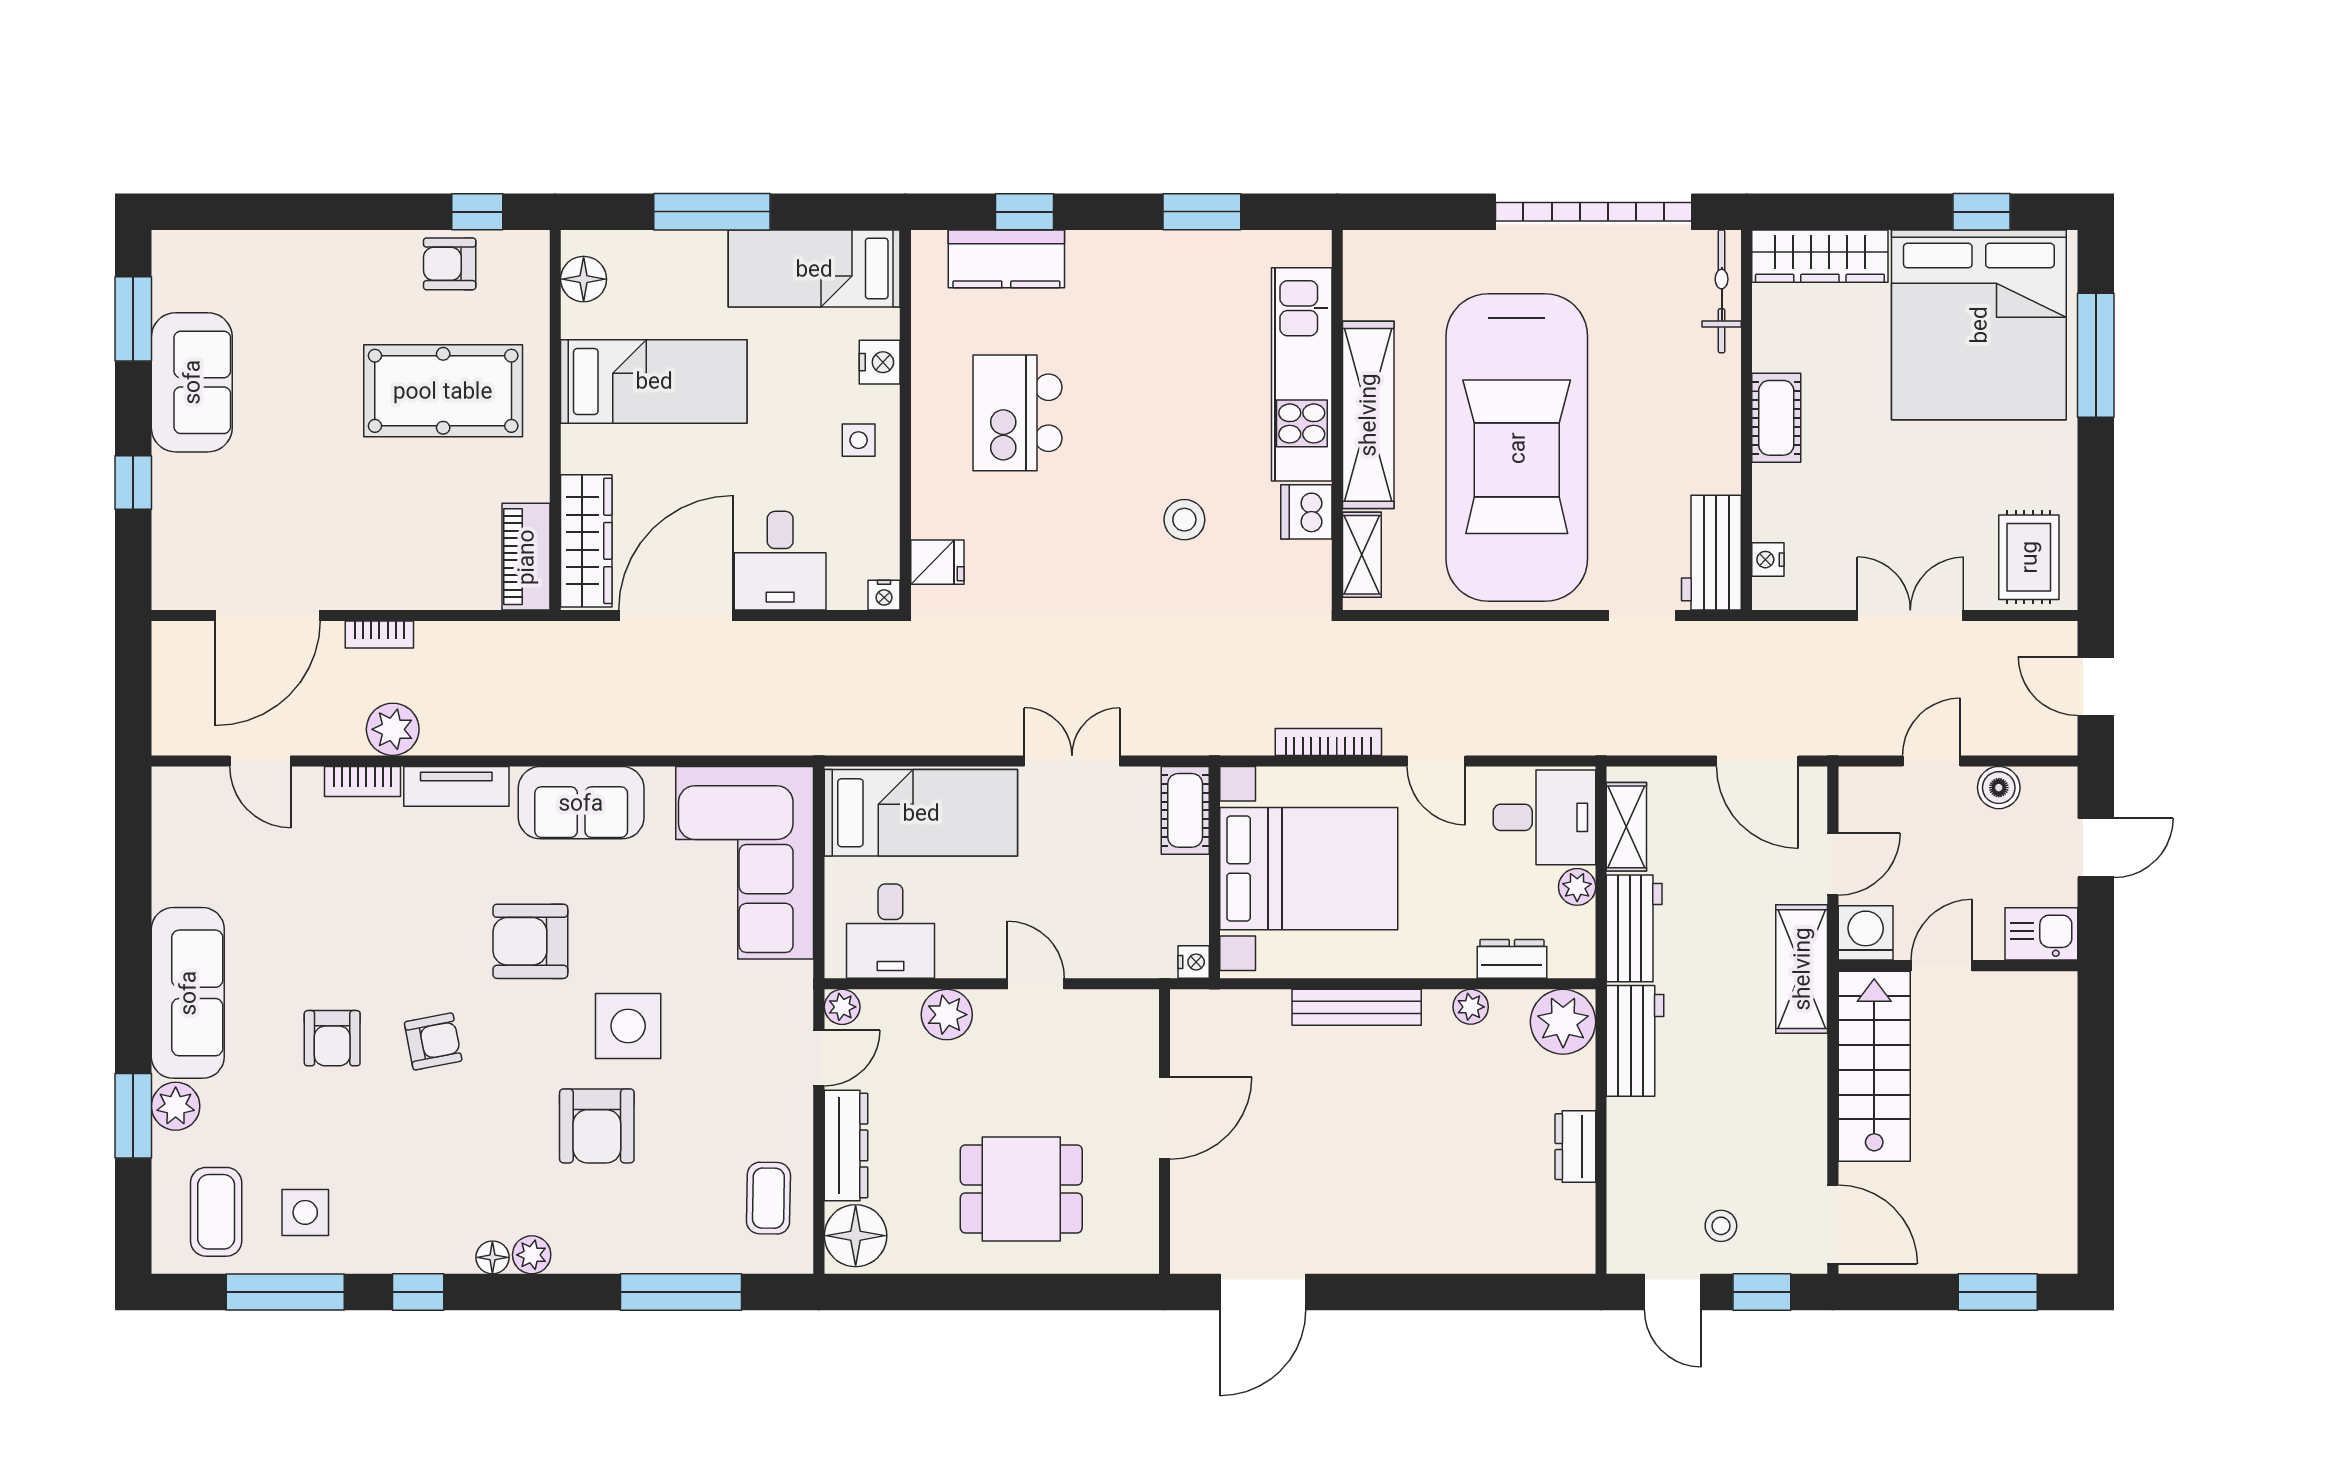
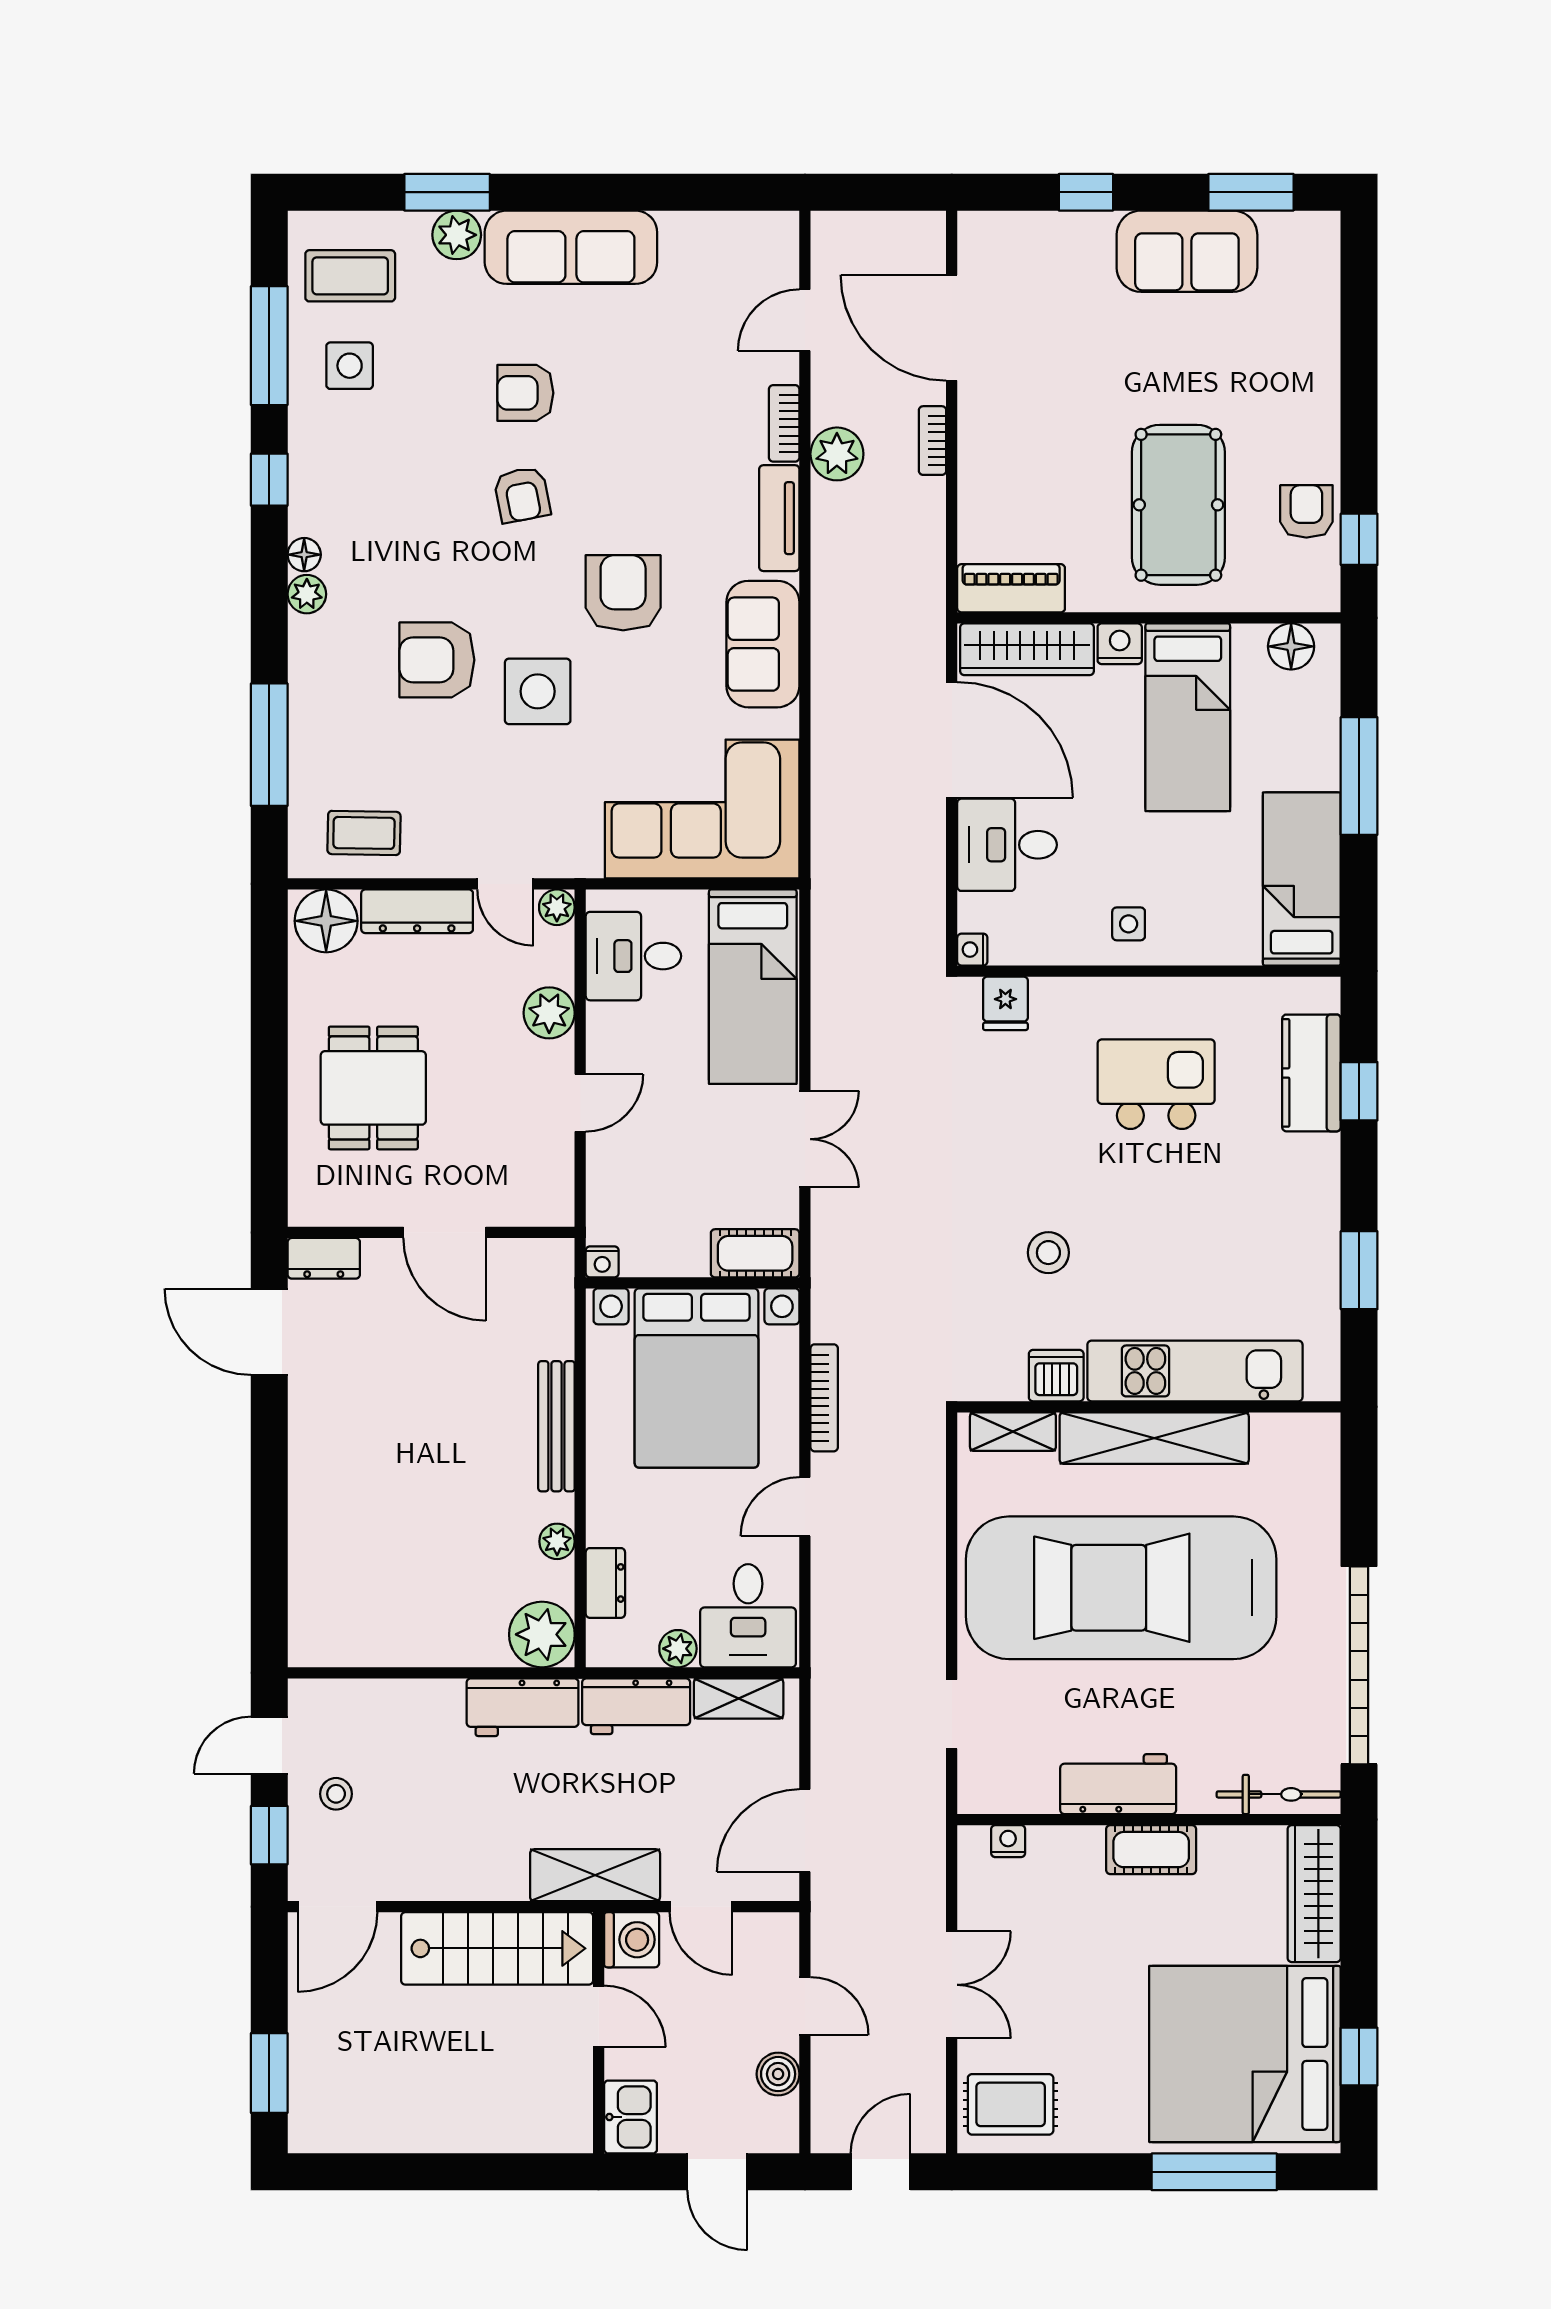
nightstand: (880, 362) -> (1120, 644), moved, turned 180
workbench: (1711, 553) -> (1118, 1784), moved
dresser: (1575, 1147) -> (324, 1258), moved, turned 180

